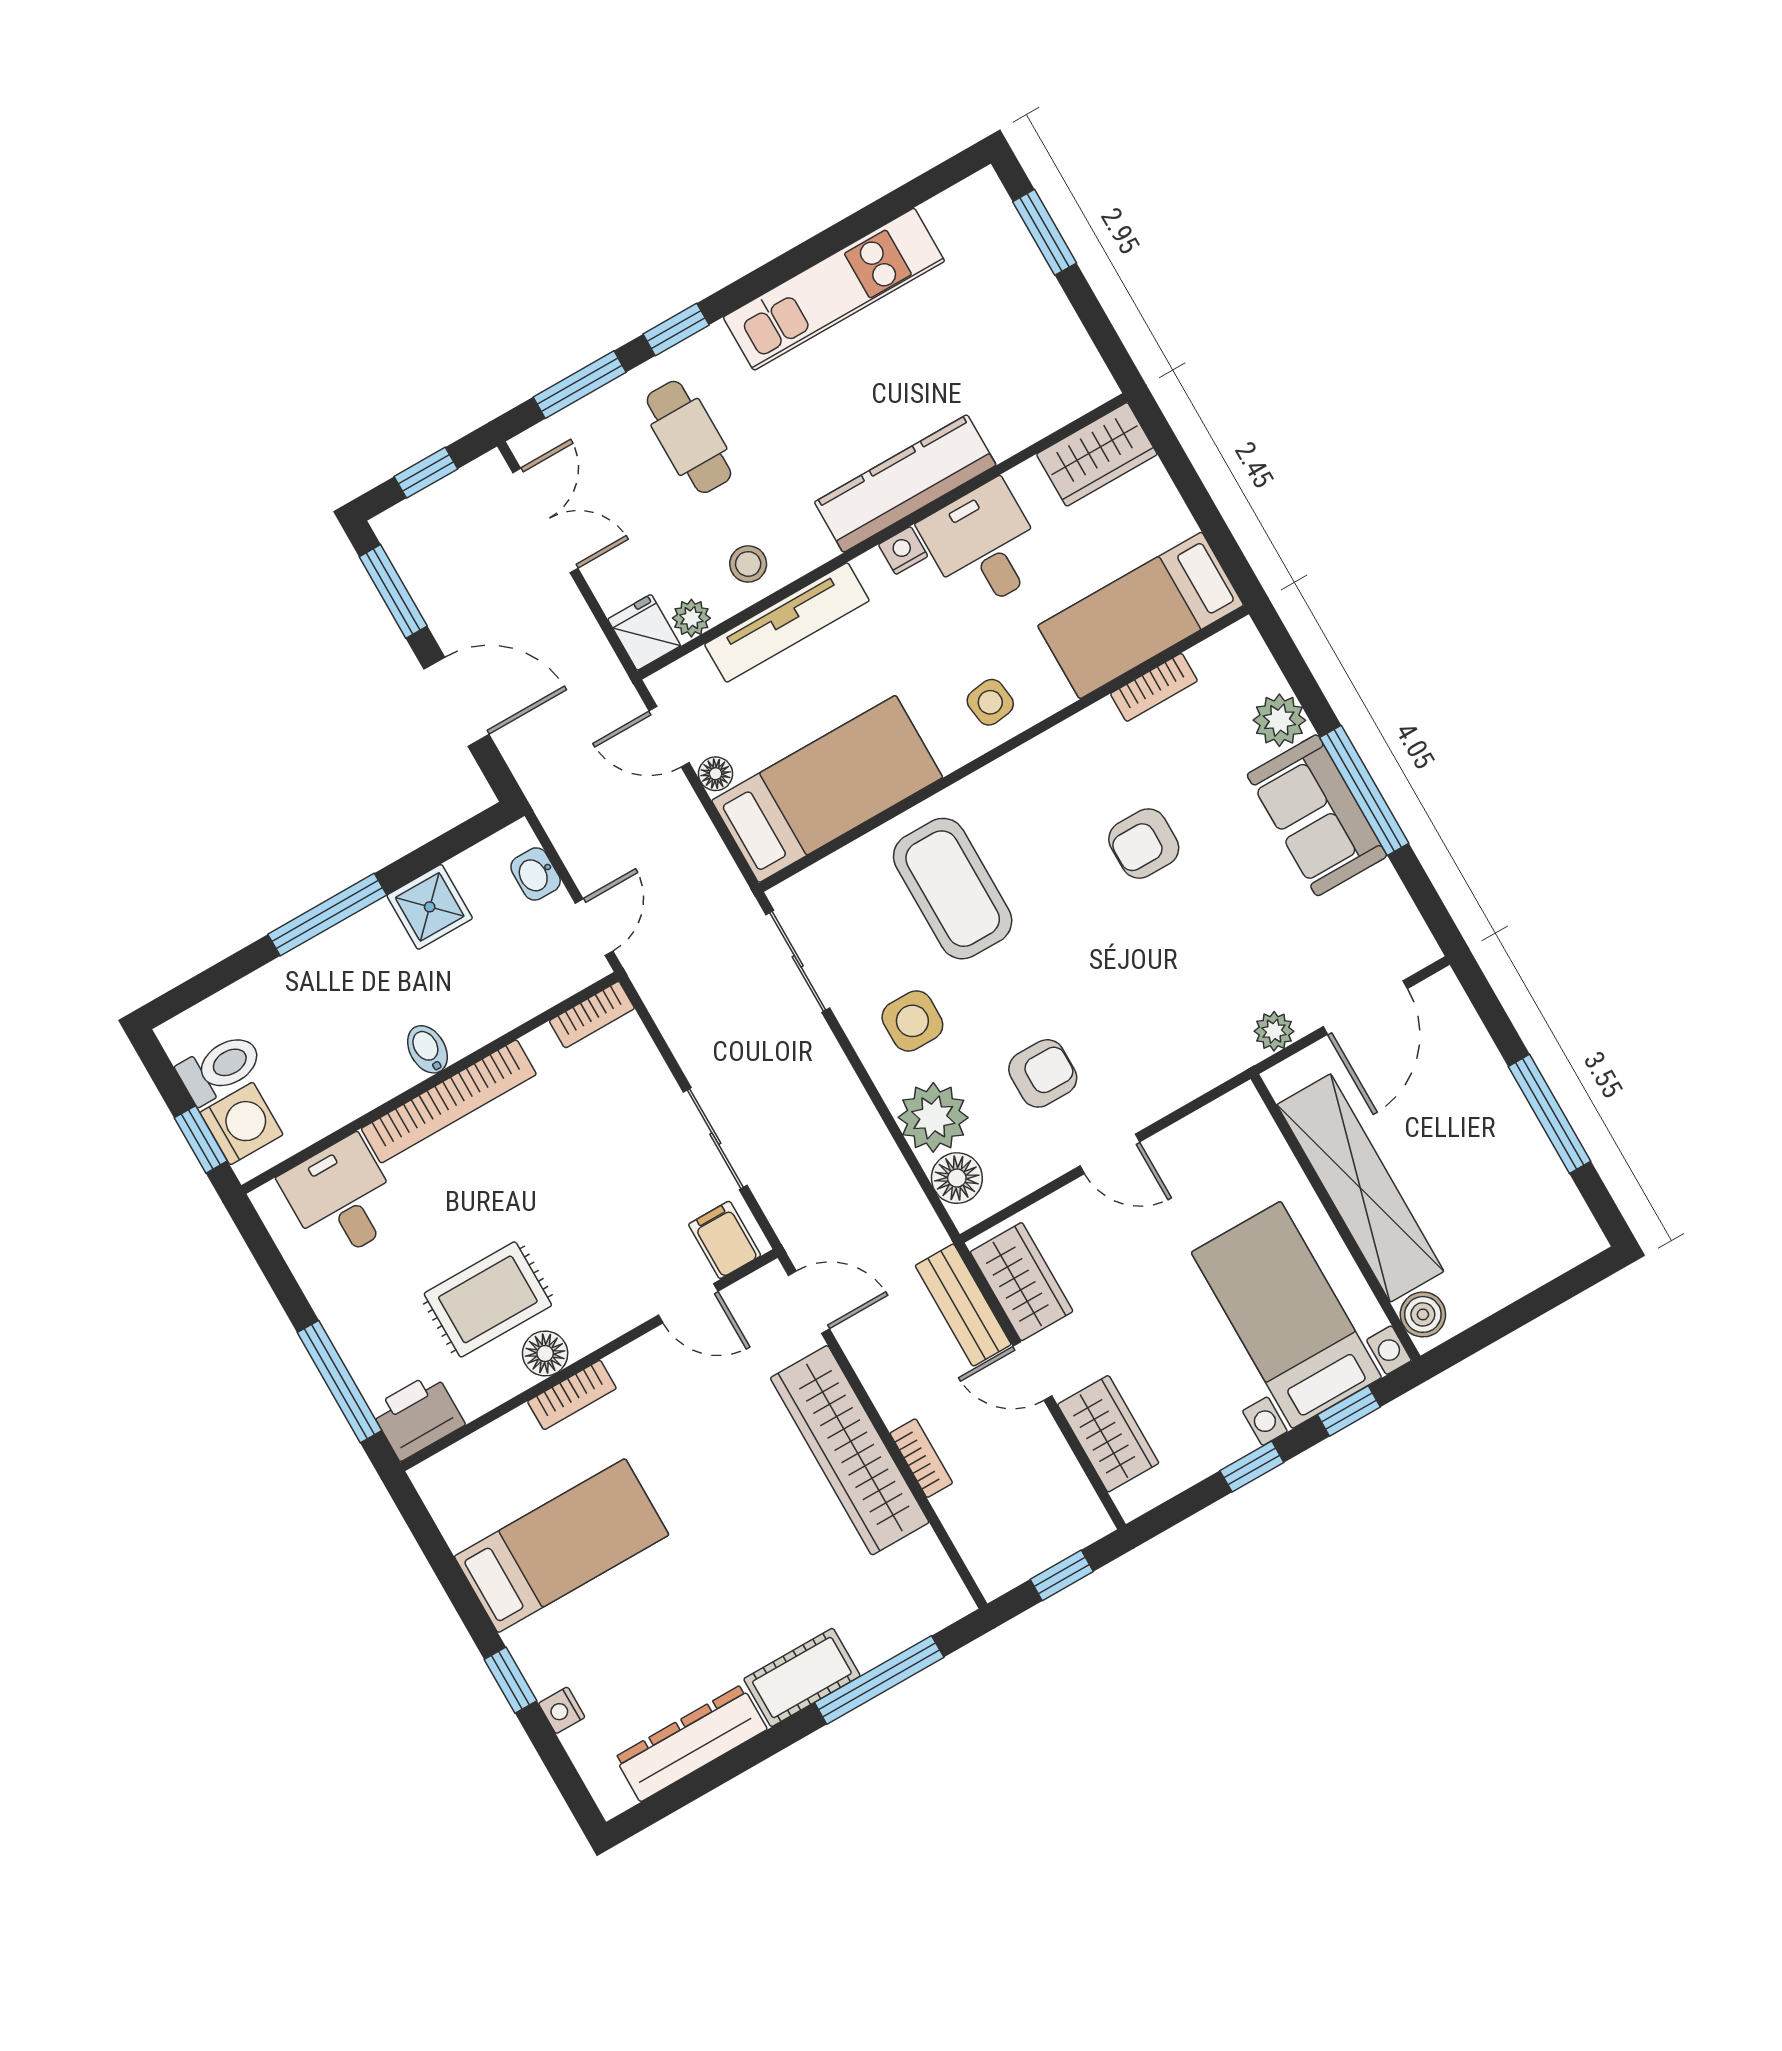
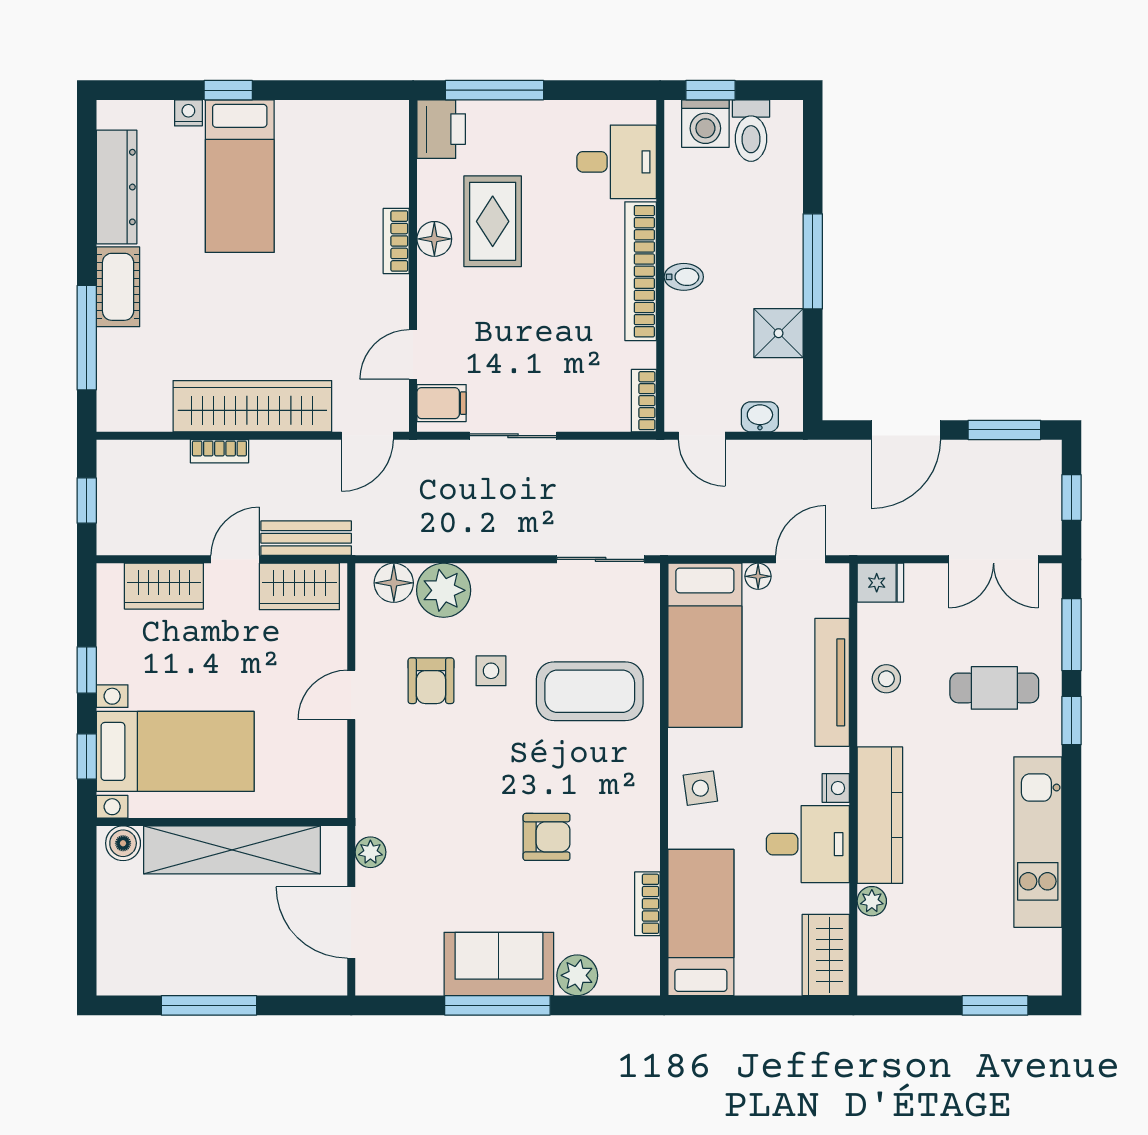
plant: (691, 618) -> (872, 901), moved
armchair: (1144, 844) -> (547, 837), turned 90
side table: (912, 1021) -> (491, 671), moved, width x0.73, depth x0.73
bed: (562, 1546) -> (240, 176), moved

